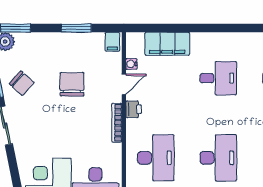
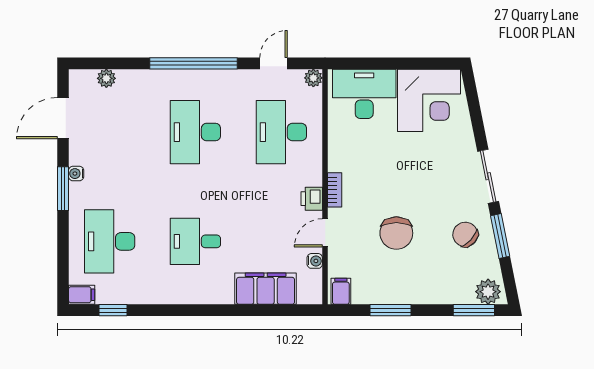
bookcase: (117, 123) -> (335, 190), width x0.64

